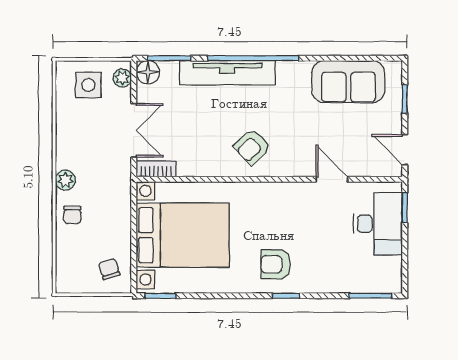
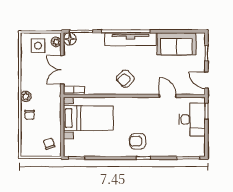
tv unit: (227, 73) -> (131, 39), moved
double door: (134, 130) -> (62, 70), swing flipped
bed with nightstands: (183, 235) -> (88, 118), width x0.73

